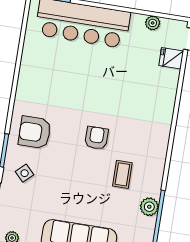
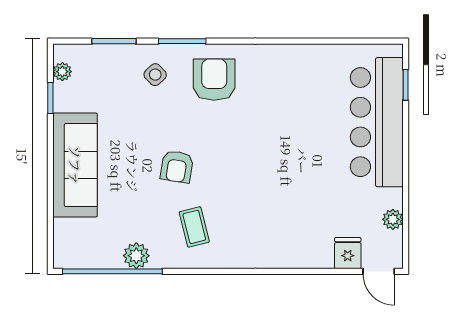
armchair: (96, 138) -> (177, 167), moved, turned 99
coffee table: (122, 174) -> (194, 227), moved, turned 76

